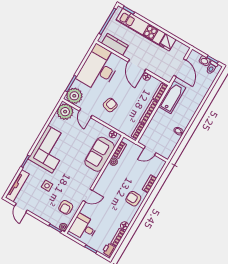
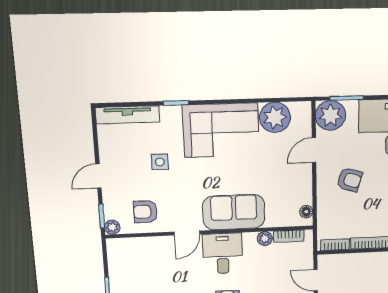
plant: (65, 112) -> (275, 117), moved
sofa: (100, 154) -> (234, 212), moved
door: (88, 195) -> (187, 233), hinge flipped
door: (21, 208) -> (98, 176), moved
desk: (84, 227) -> (223, 253), moved

